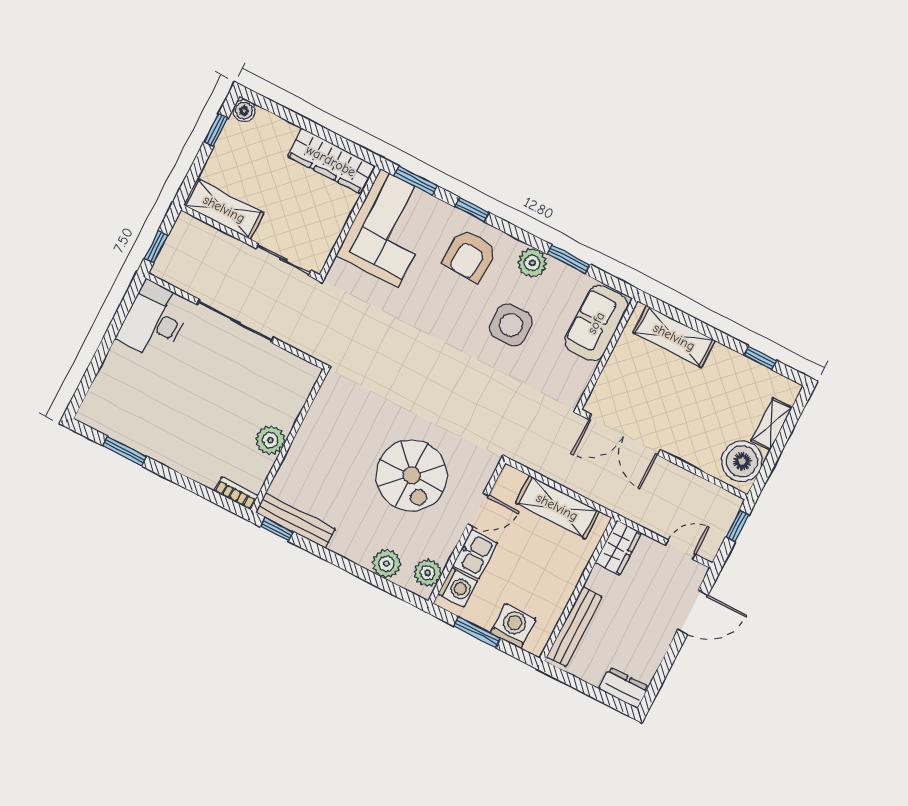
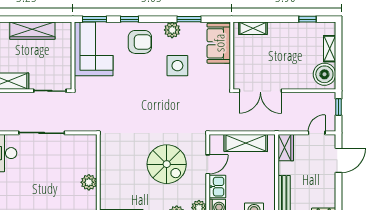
wardrobe: (331, 161) -> (32, 31), moved
armchair: (470, 255) -> (140, 42), turned -93
shelving: (674, 337) -> (253, 28), width x0.67, depth x0.75

